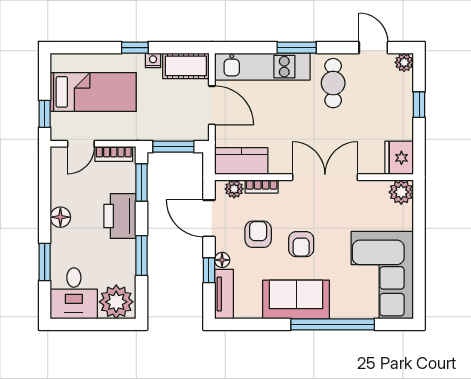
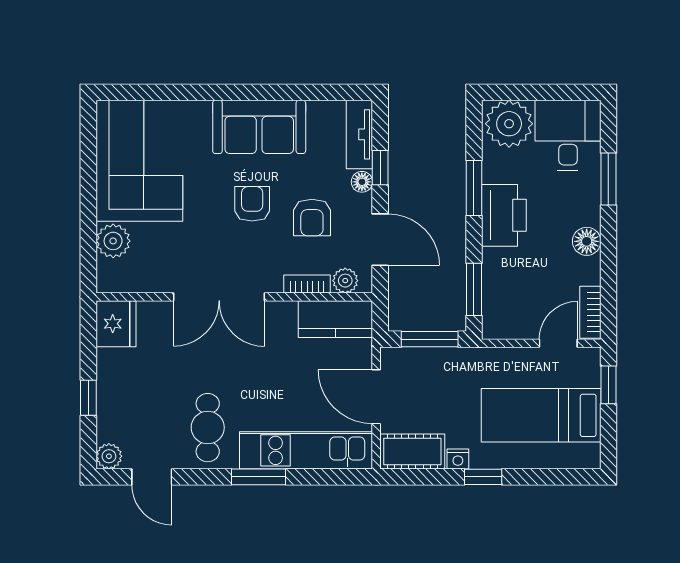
bookcase: (114, 154) -> (590, 312), moved, turned -90
plant: (401, 192) -> (113, 241), moved
printer: (120, 216) -> (504, 215), moved
window: (333, 324) -> (208, 92), removed

